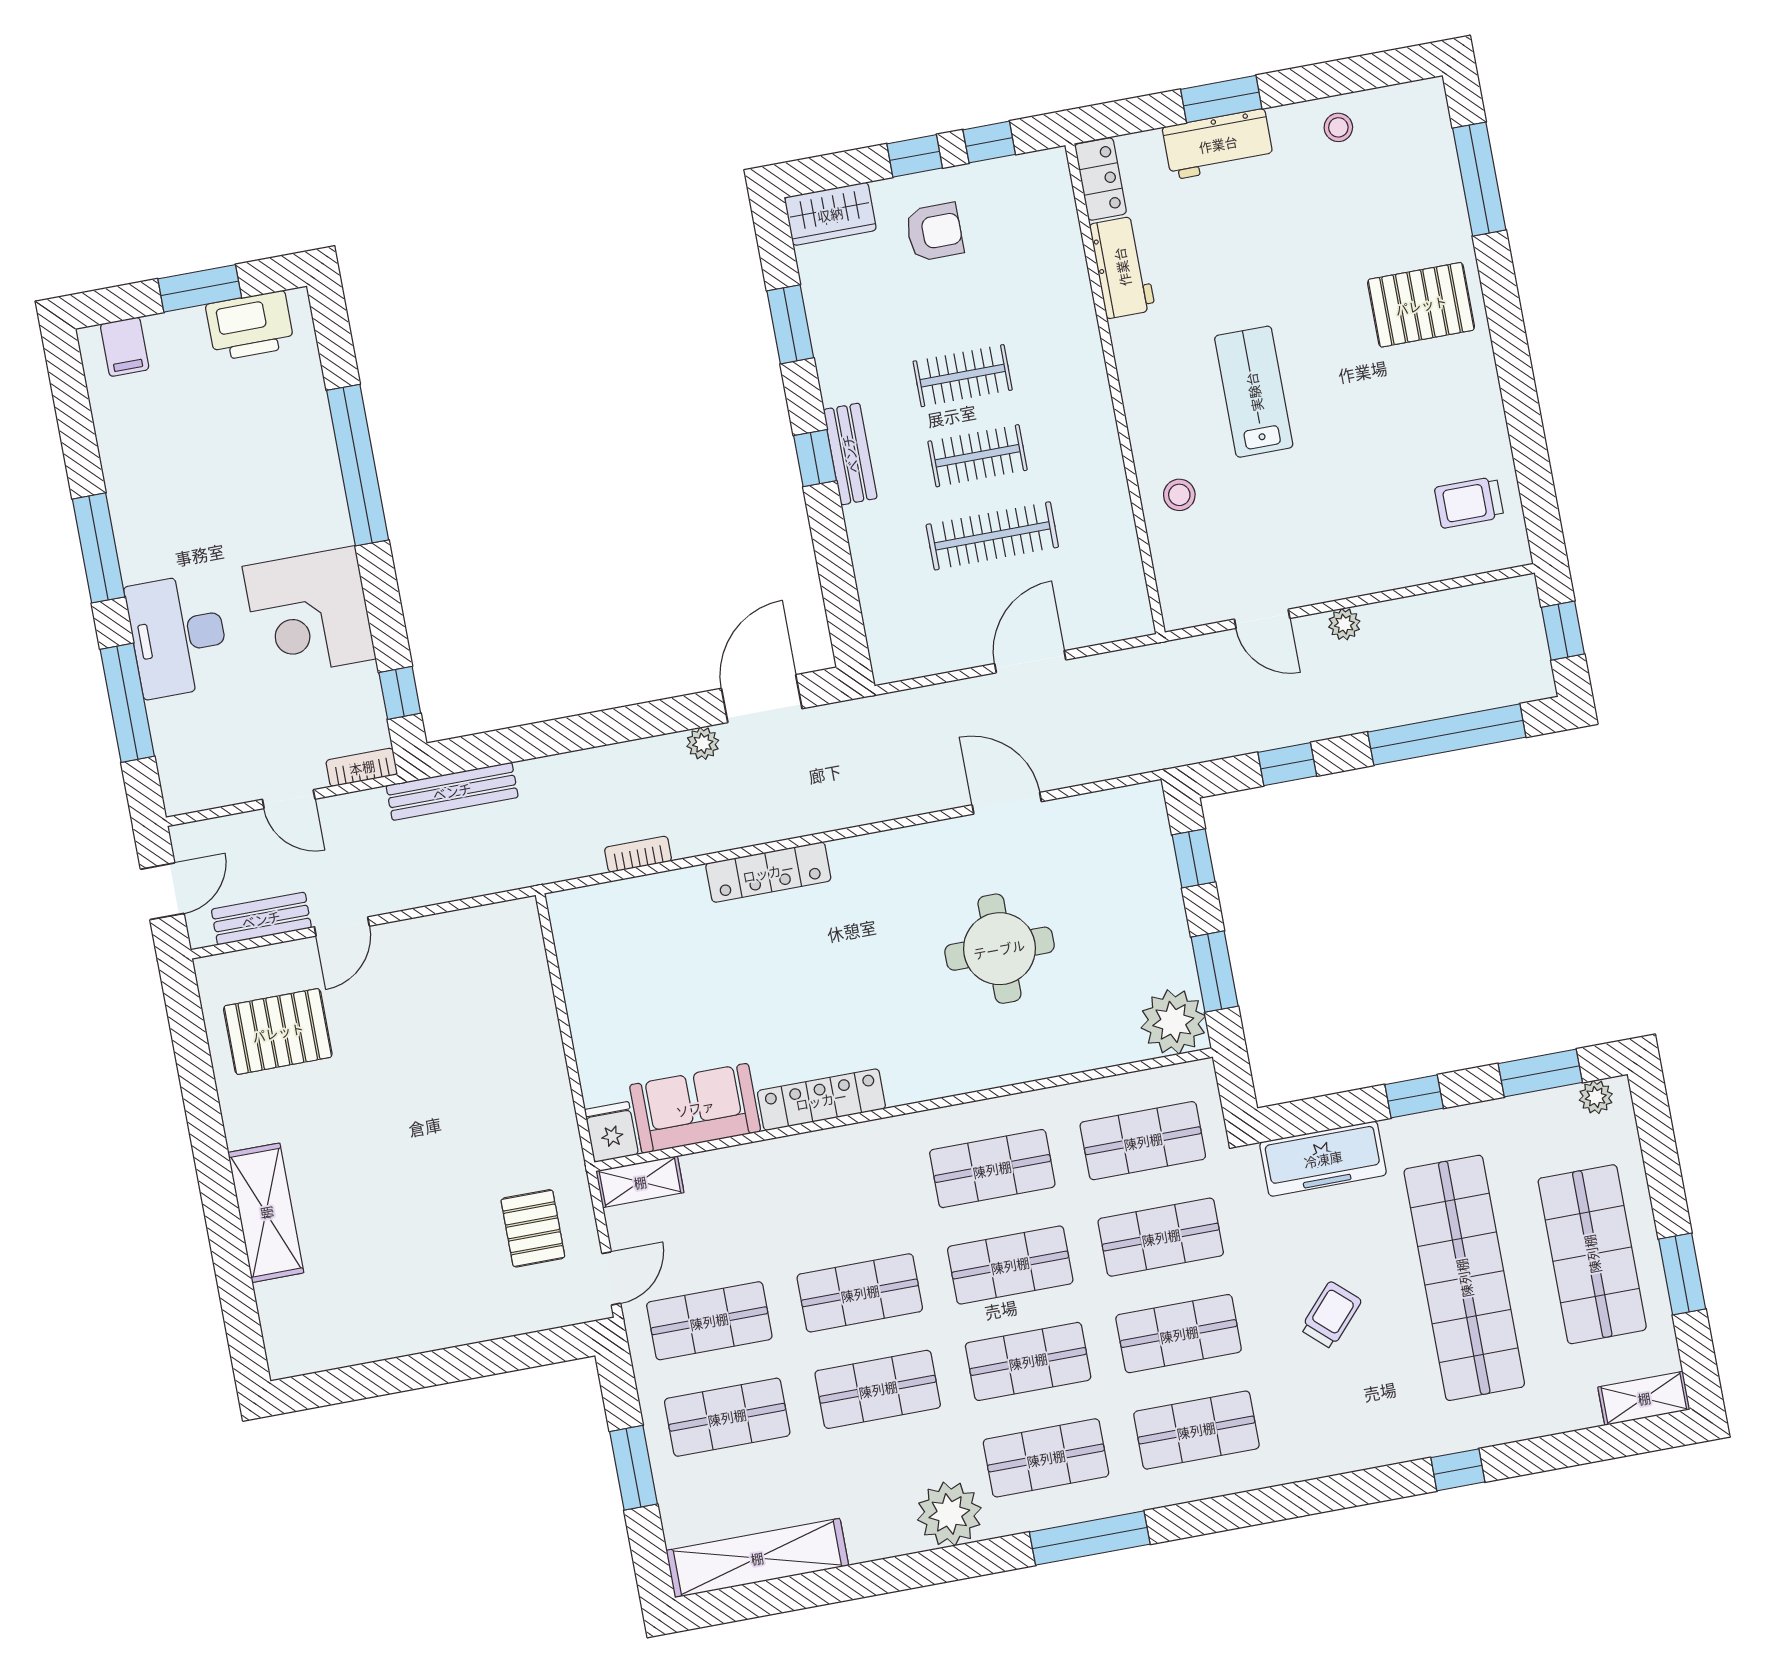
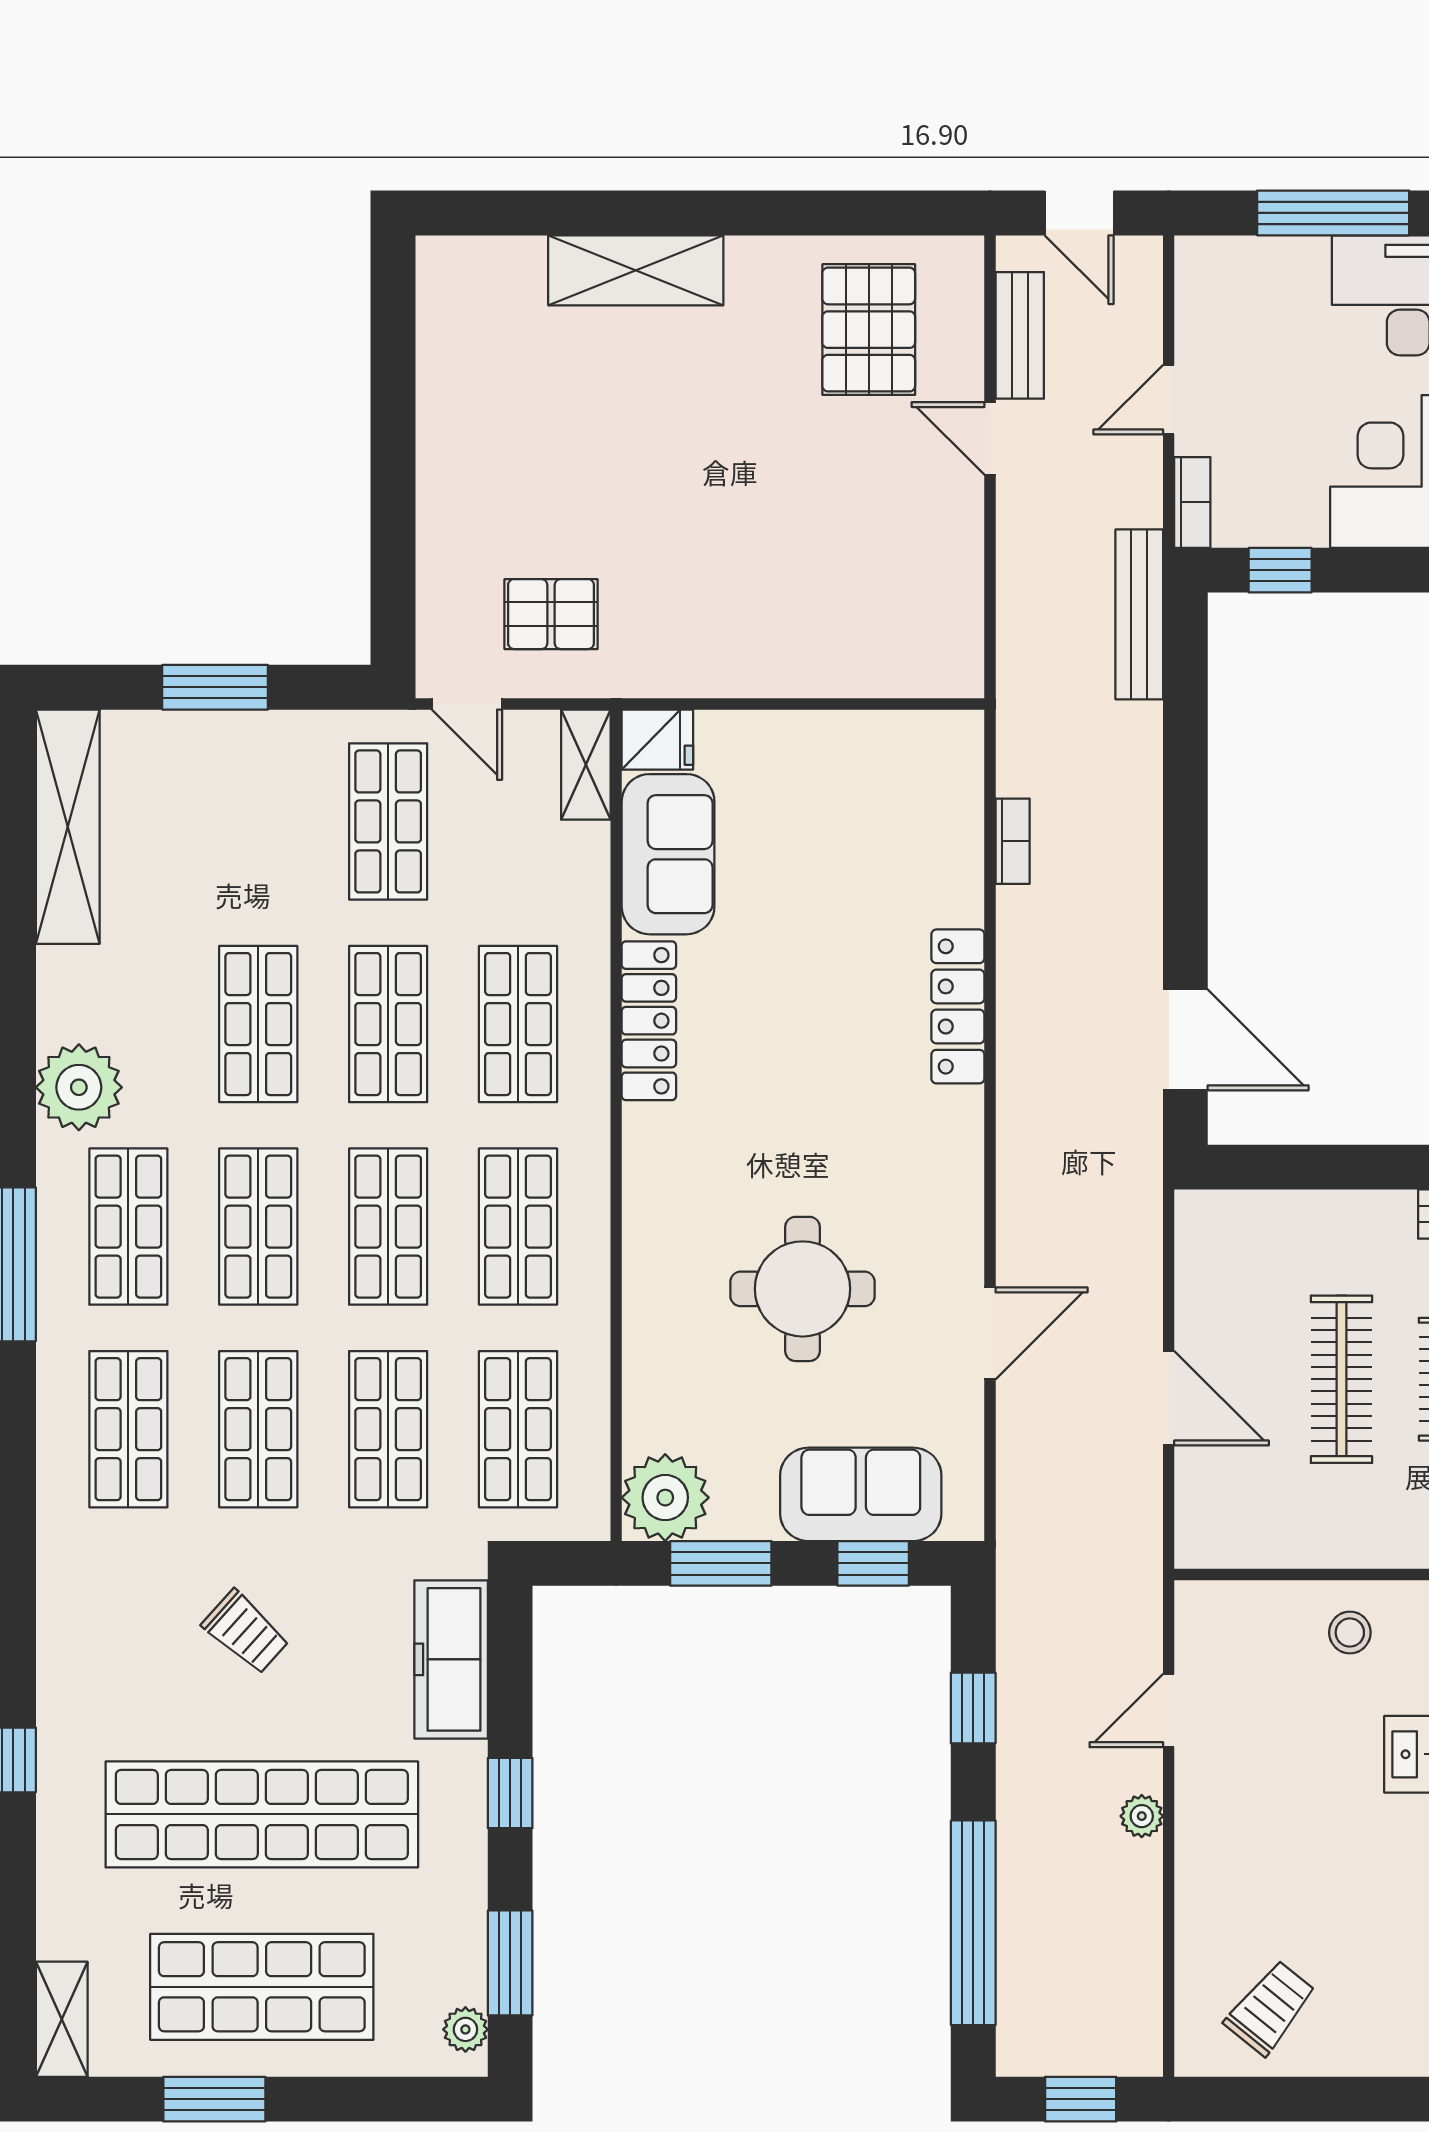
trolley: (1469, 502) -> (1270, 2008), turned 39
plant: (703, 743) -> (1141, 952), removed
sofa: (1144, 877) -> (861, 1494), added
shop shelf: (727, 1417) -> (518, 1024), moved

